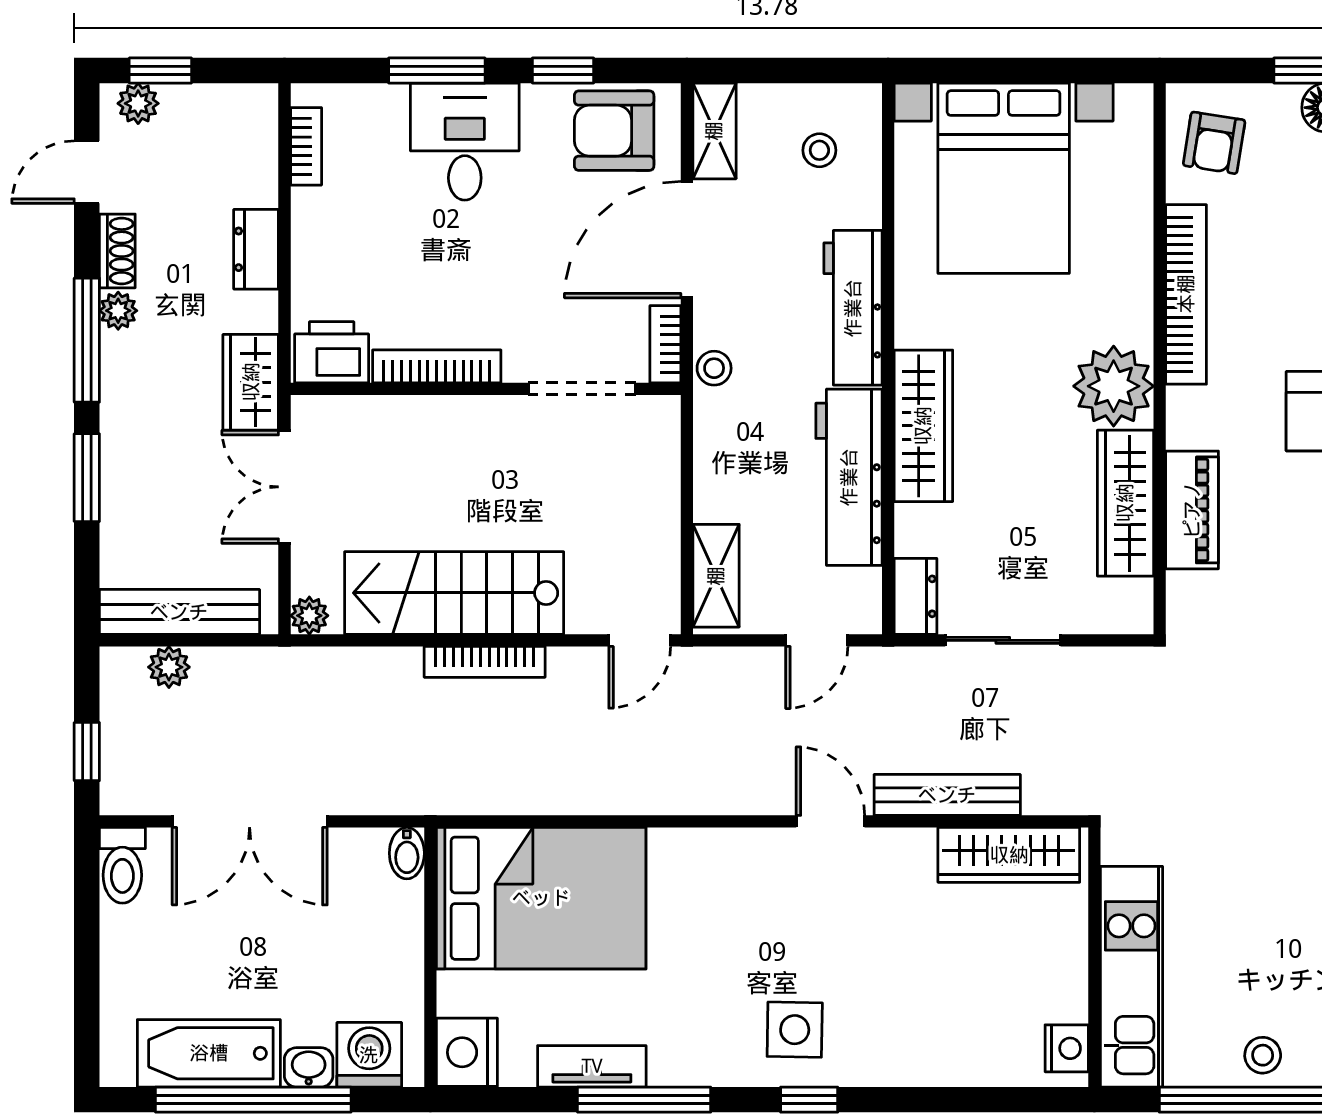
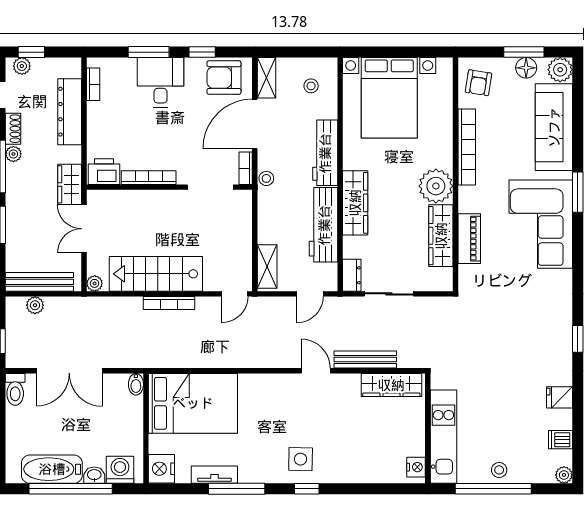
dresser: (256, 249) -> (70, 112), width x1.96, depth x1.24

